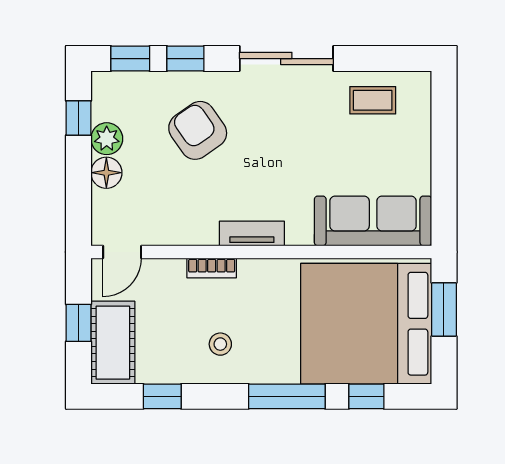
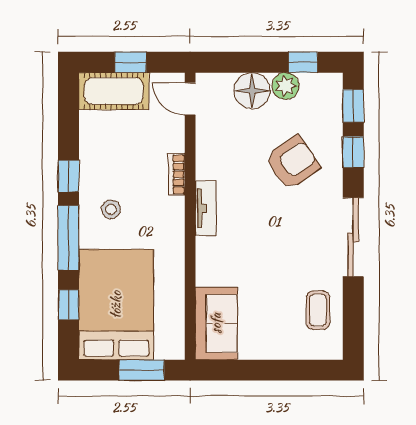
floor lamp: (106, 173) -> (252, 91), width x1.38, depth x1.38
sofa: (373, 221) -> (216, 323), width x0.73
bed: (366, 324) -> (116, 305), width x0.73
stool: (220, 344) -> (111, 209), moved
window: (162, 396) -> (68, 176), moved

